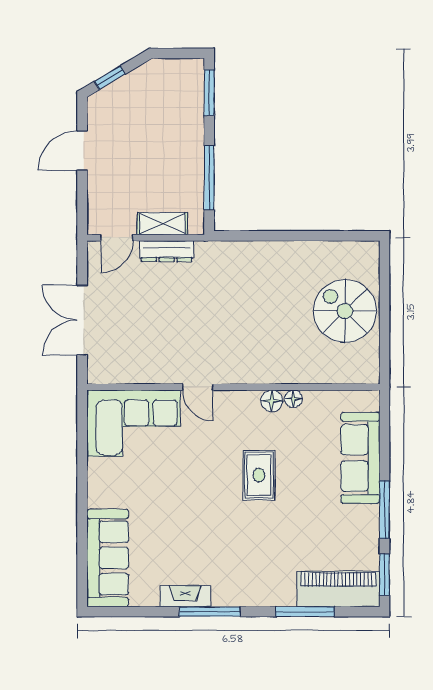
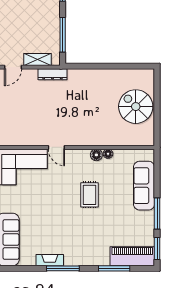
dresser: (167, 251) -> (52, 74), moved

